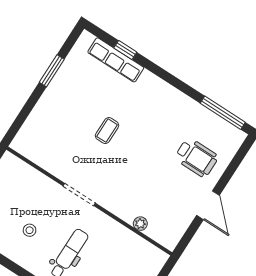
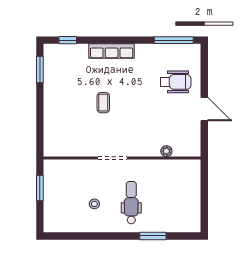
window: (125, 50) -> (68, 40), moved
row of seats: (116, 60) -> (112, 51), moved
window: (52, 71) -> (40, 70), moved

